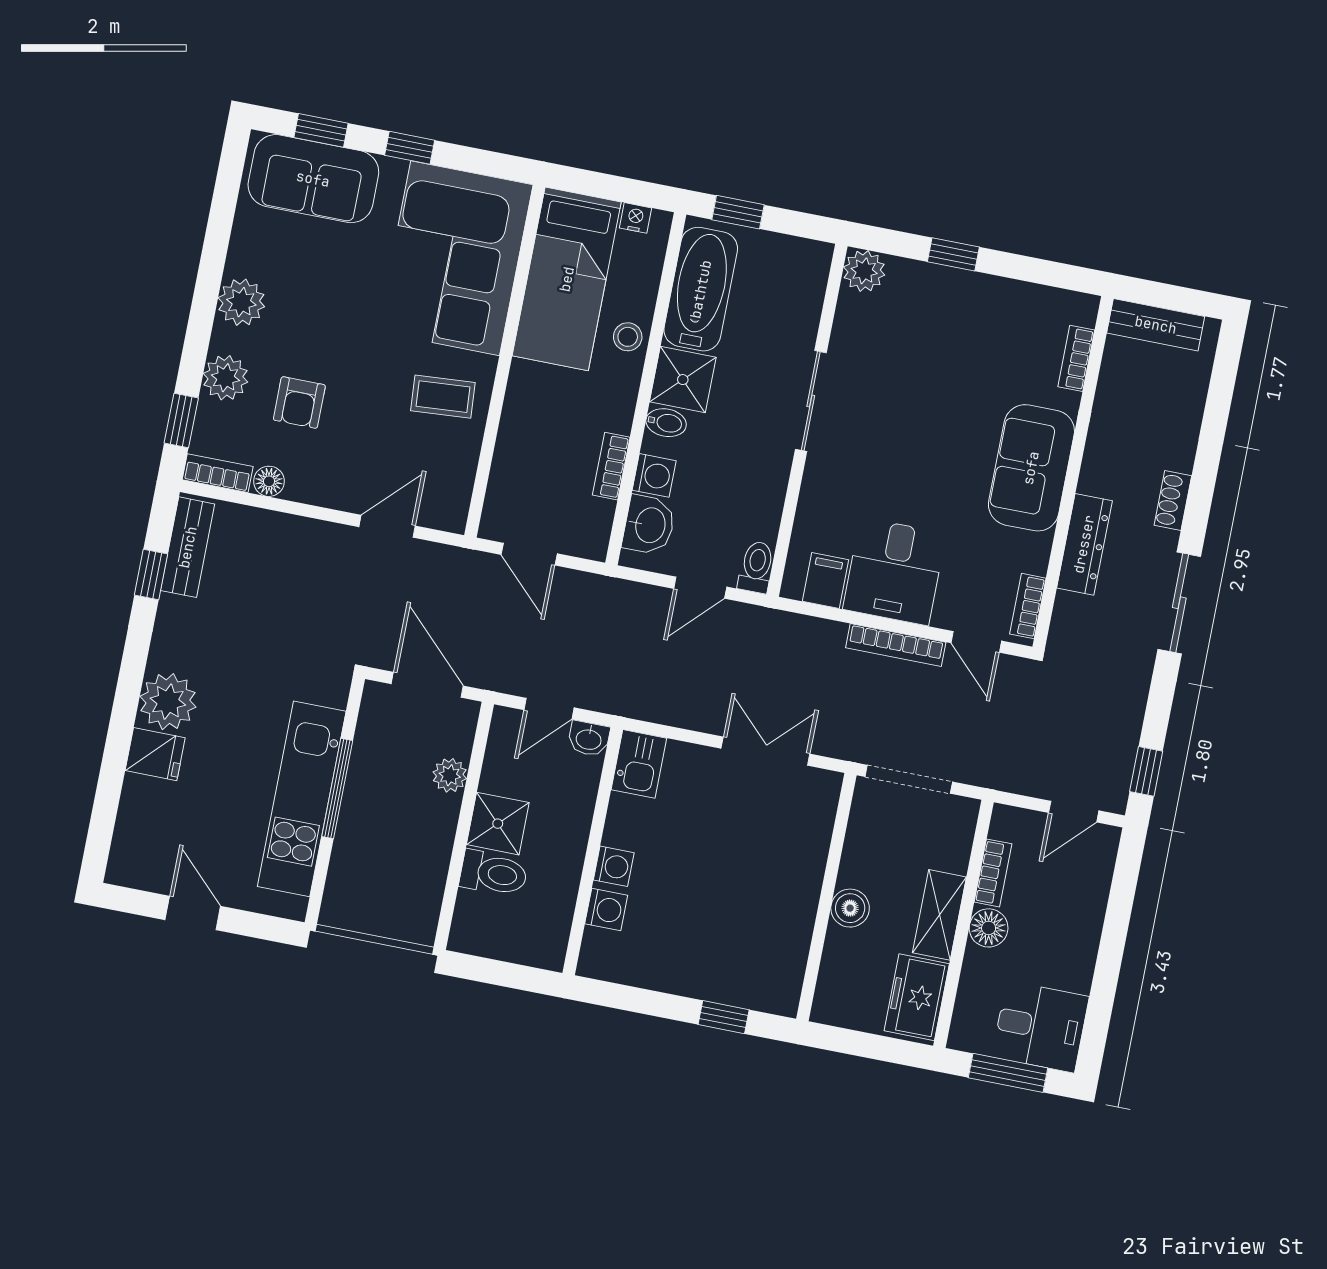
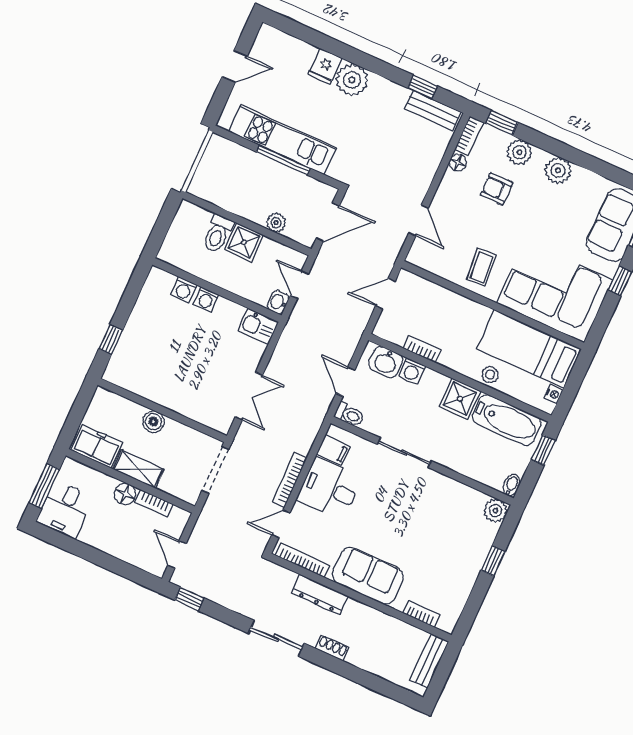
sliding door: (811, 401) -> (404, 453), moved
bidet: (666, 423) -> (511, 485), moved, turned 180
bookcase: (1028, 606) -> (303, 560), width x1.56

